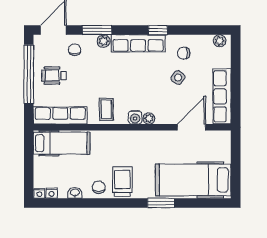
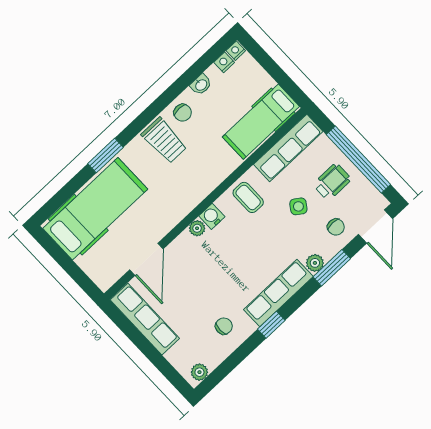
side table: (178, 78) -> (298, 206), moved

